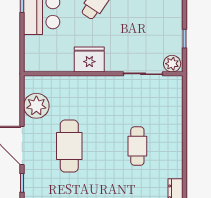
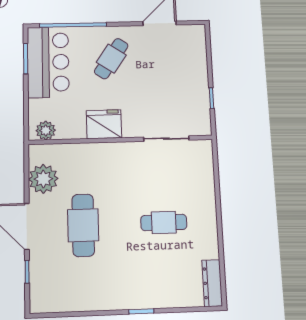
plant: (172, 64) -> (46, 130), moved
cafe table: (137, 146) -> (164, 222), turned 90

